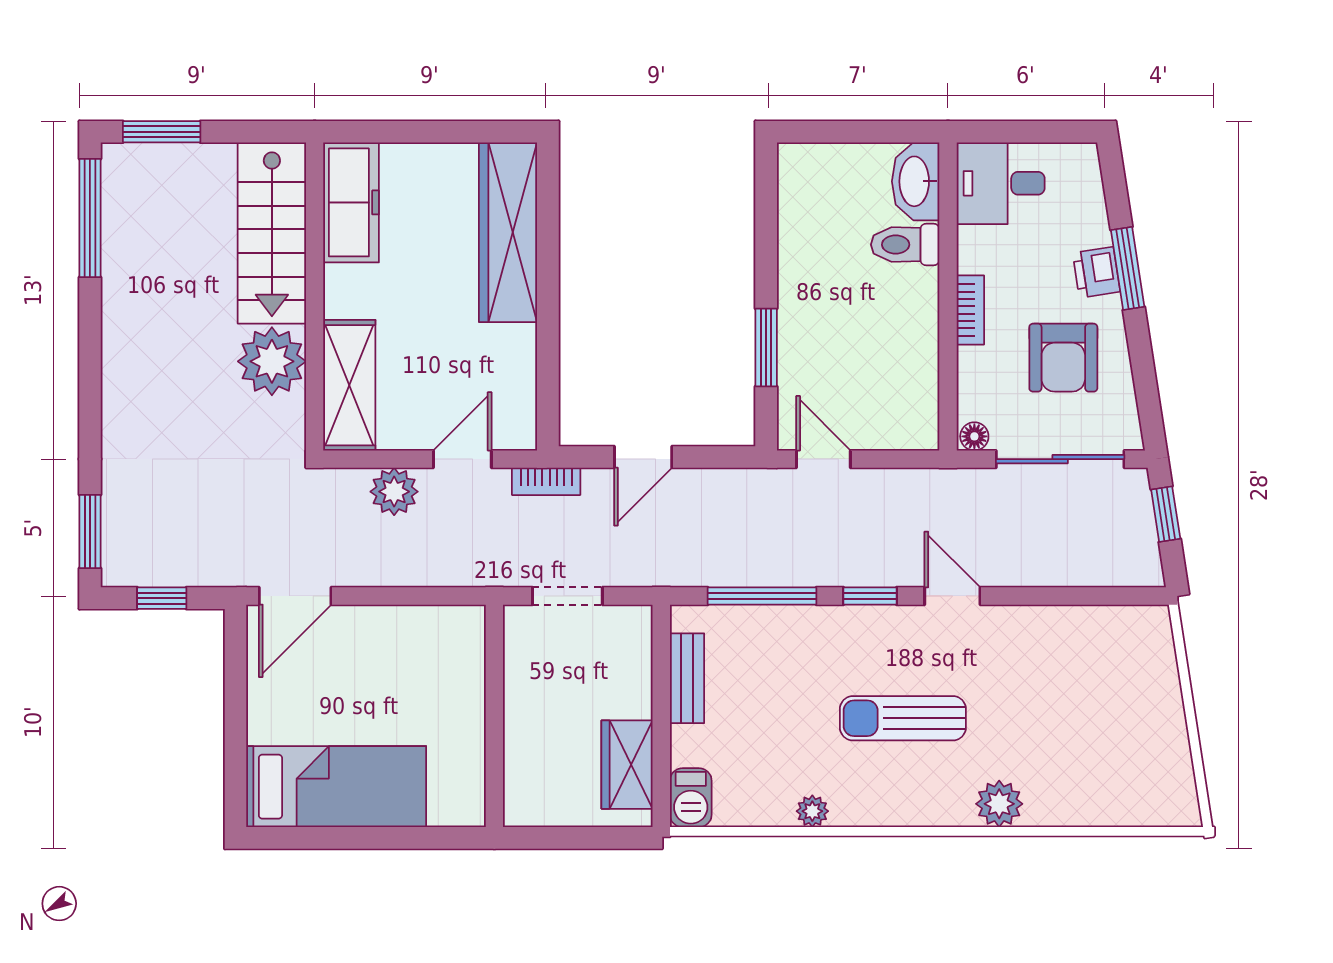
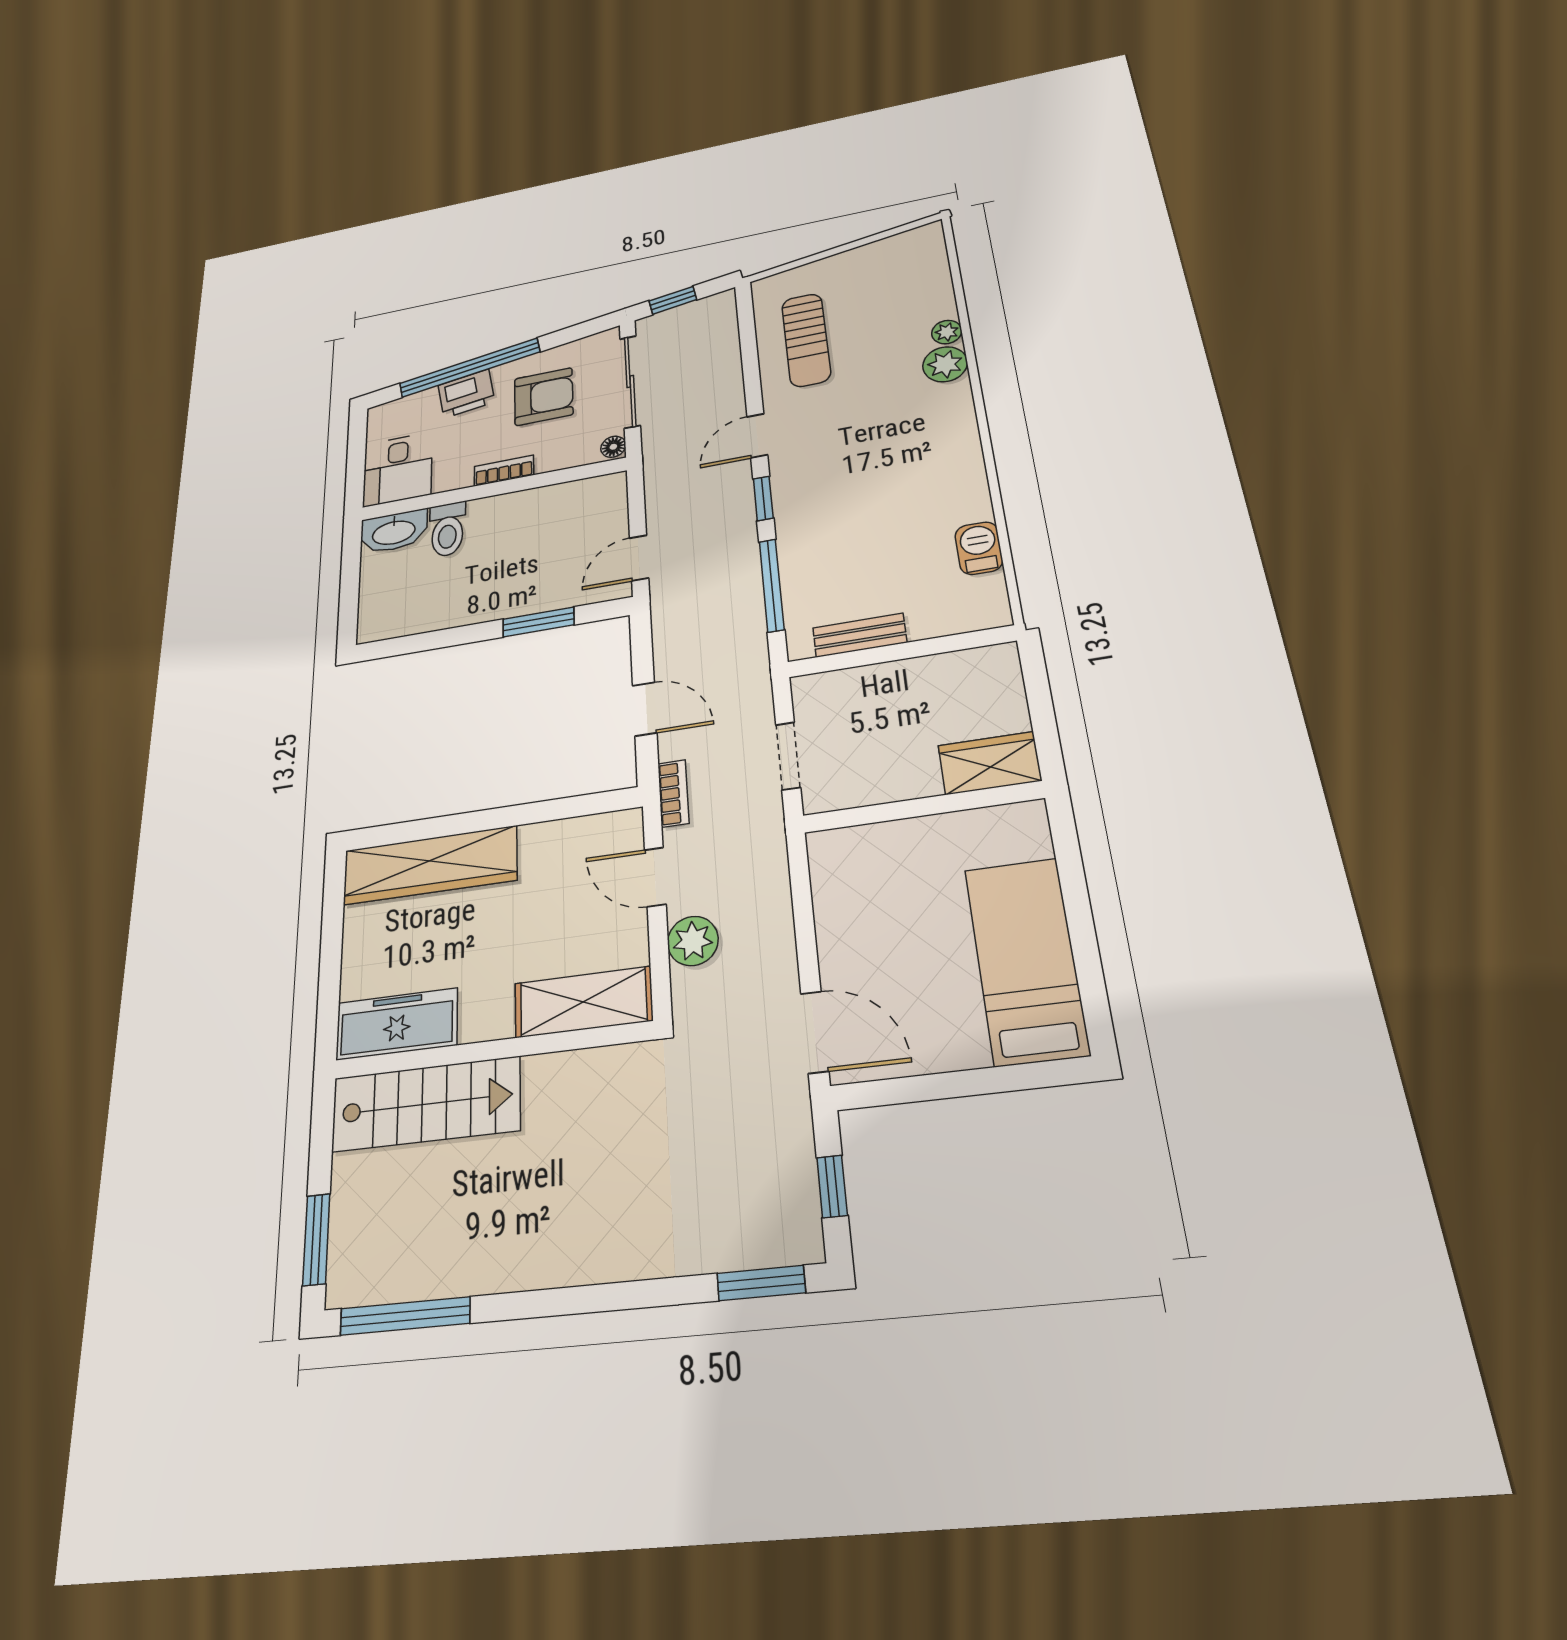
window: (1128, 268) -> (469, 368), width x2.11
printer: (1096, 272) -> (466, 394), width x1.36, depth x1.24
plant: (272, 361) -> (560, 1088), removed
sun lounger: (903, 718) -> (806, 340), moved
wardrobe: (627, 765) -> (990, 763), moved, turned 180
barbecue: (691, 798) -> (979, 548), moved, turned -90
plant: (812, 811) -> (947, 332), moved

